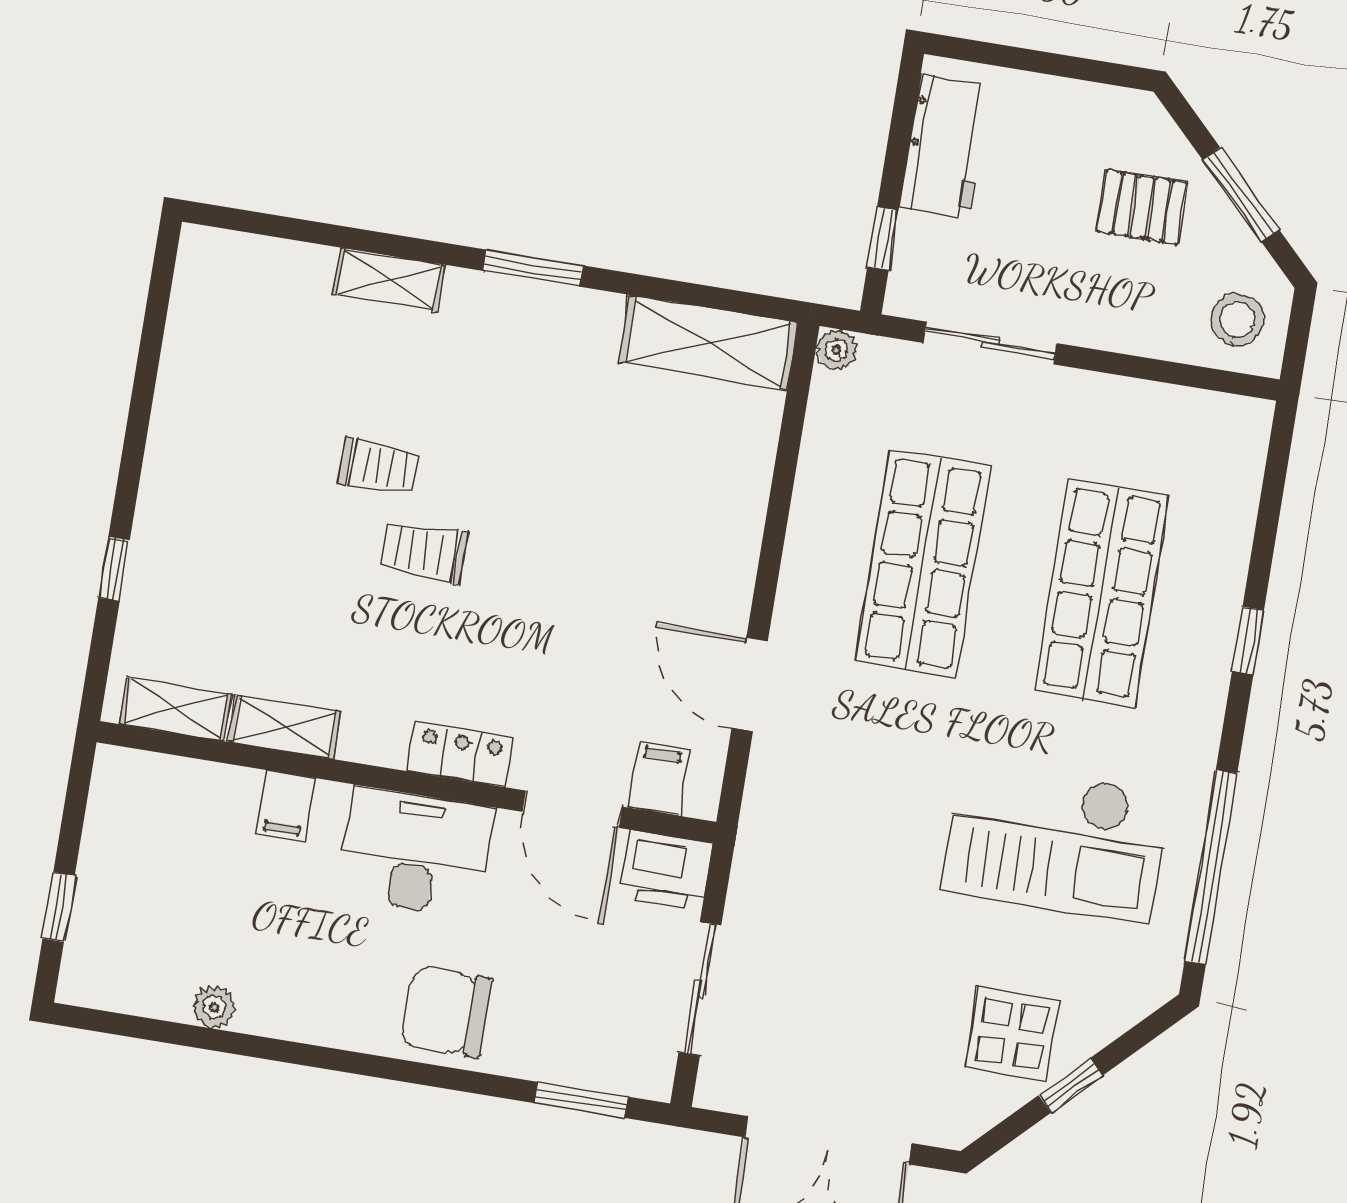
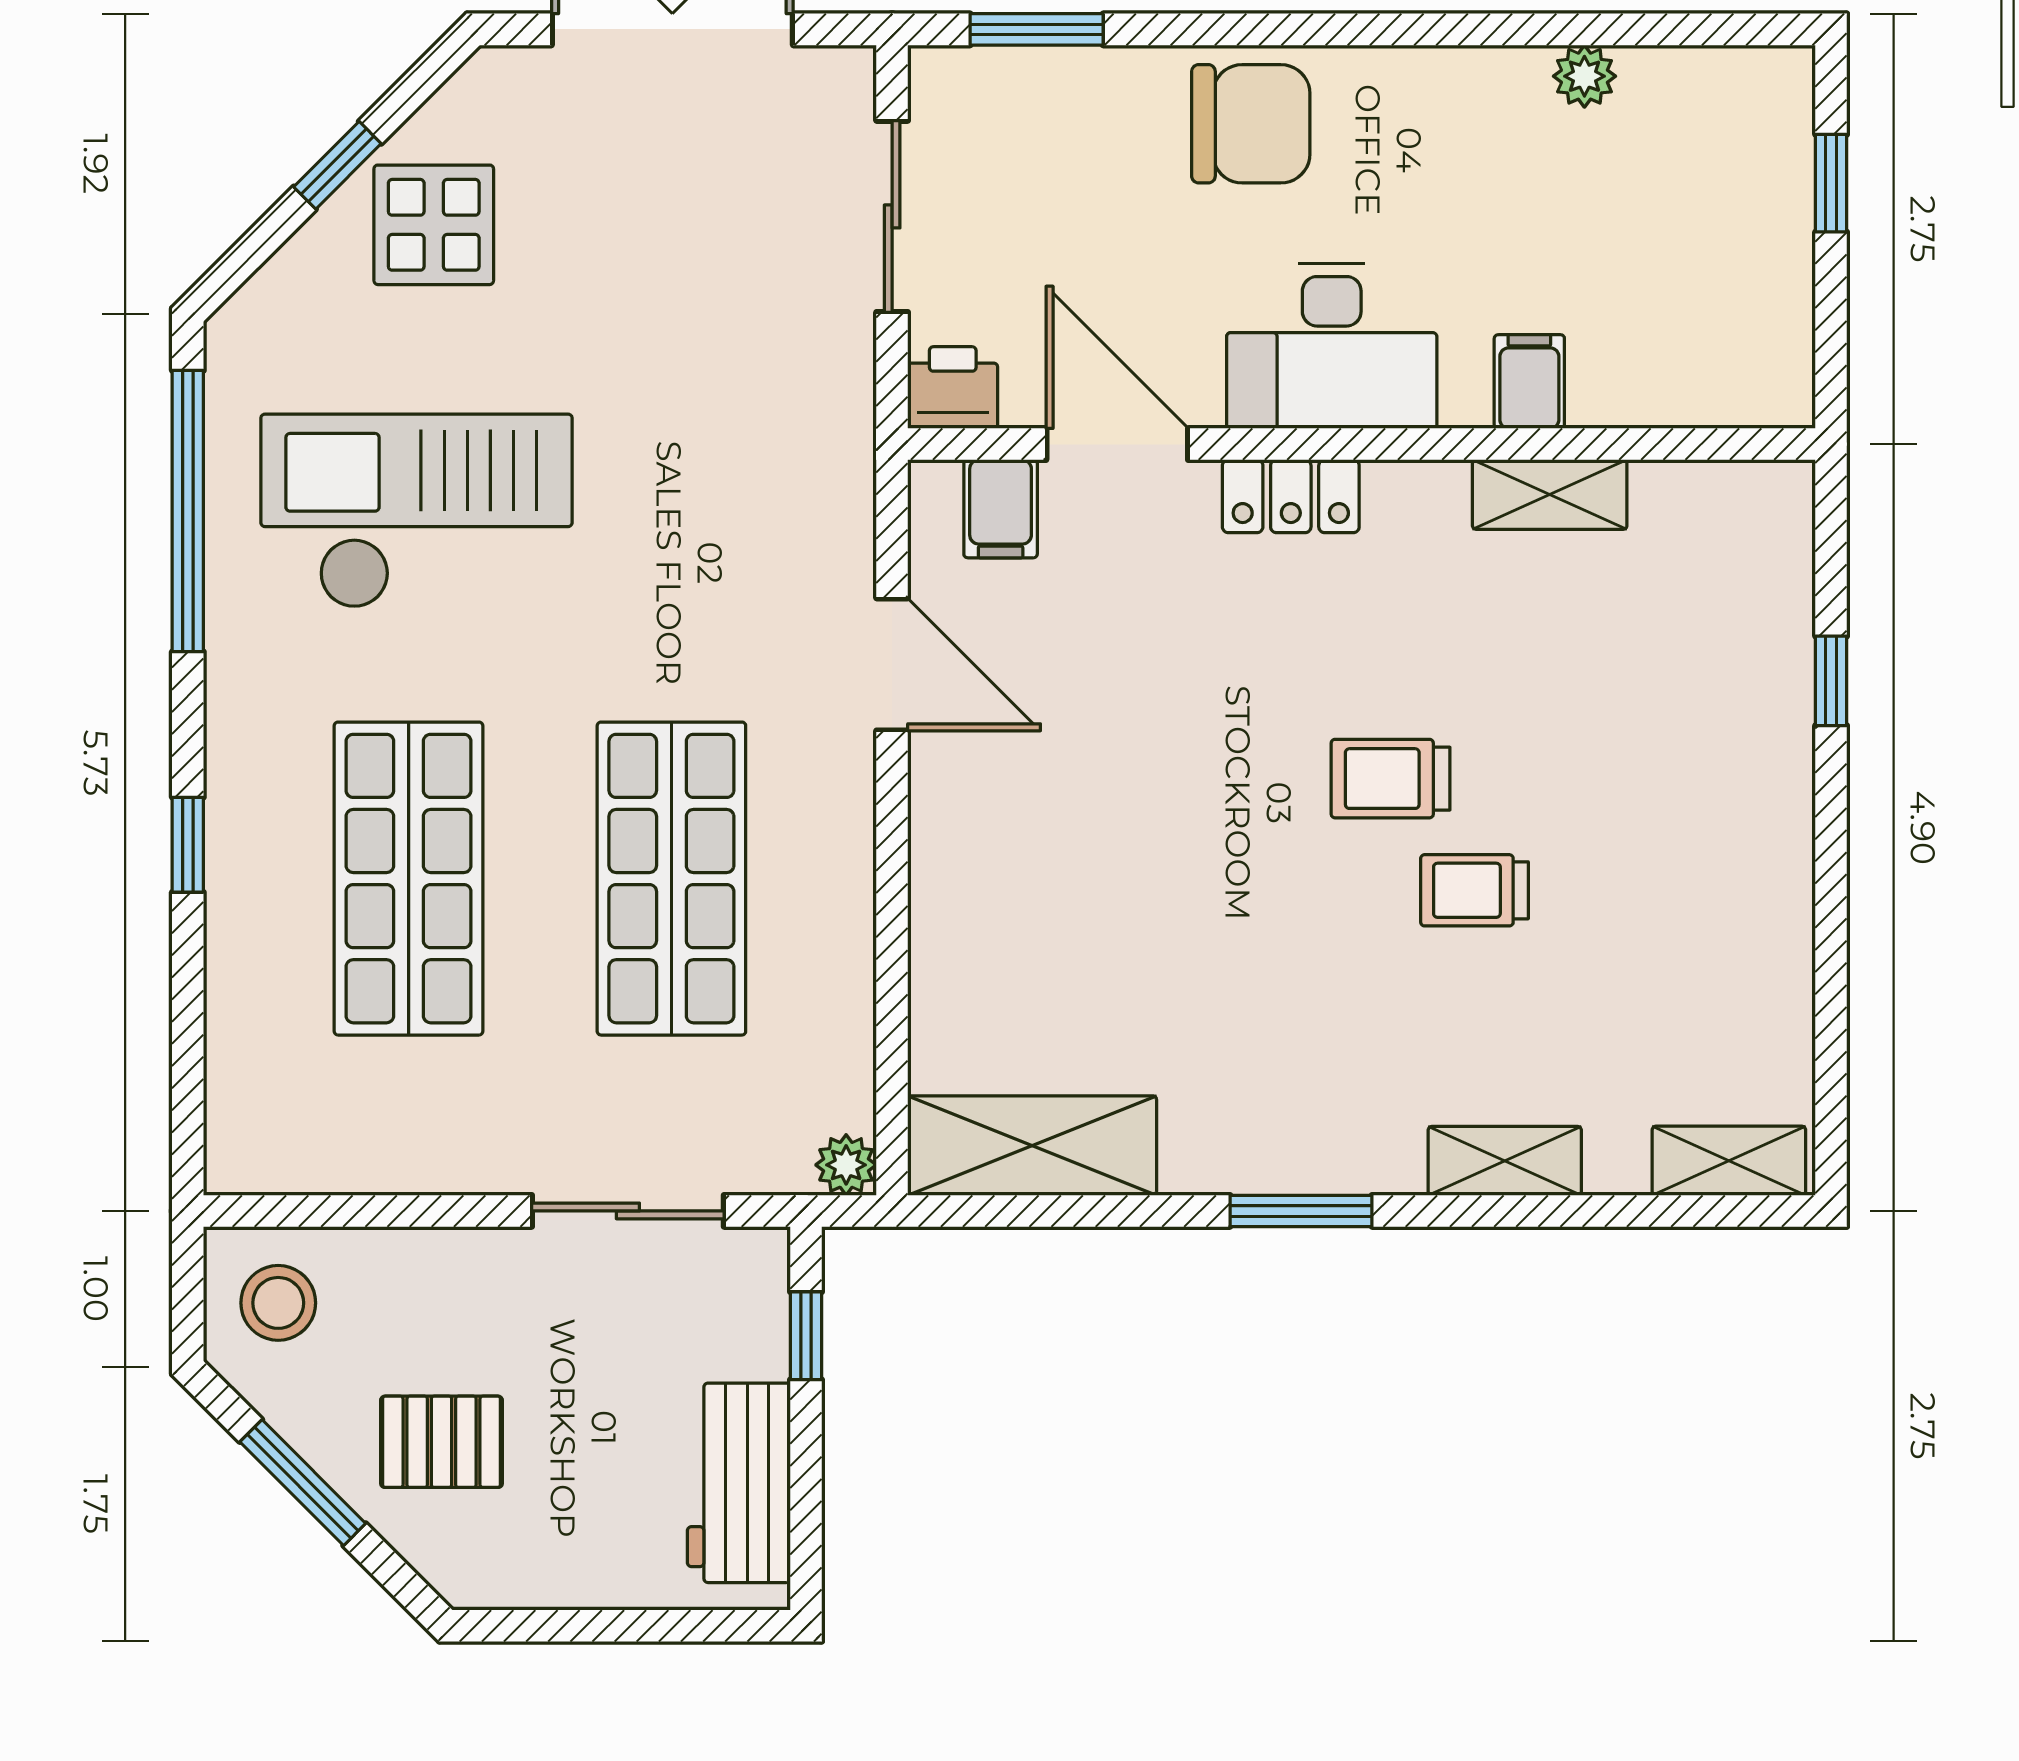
trolley: (424, 552) -> (1391, 779), turned 180
shelving: (175, 709) -> (1729, 1161), moved
printer: (666, 871) -> (953, 388), width x0.73, depth x0.81

